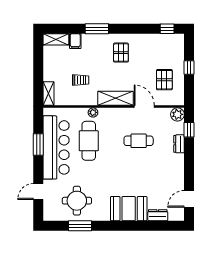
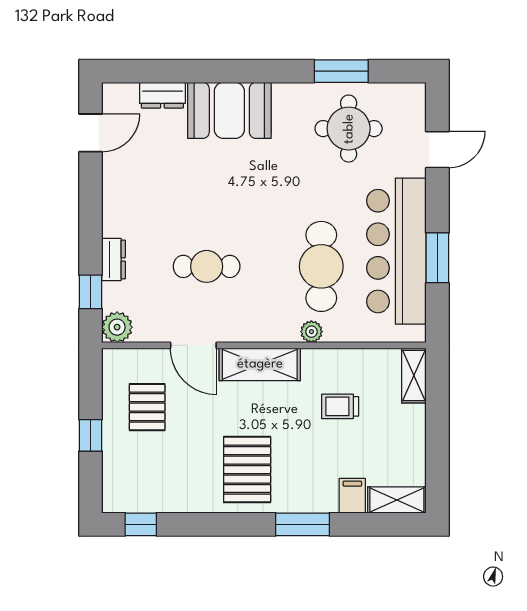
pallet: (121, 53) -> (247, 470), width x1.50, depth x1.42

